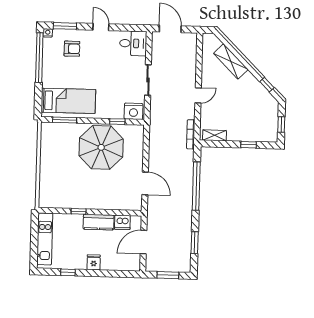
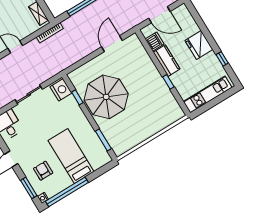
bed: (68, 101) -> (71, 156), moved
fridge: (94, 262) -> (199, 45), width x1.88, depth x1.34

